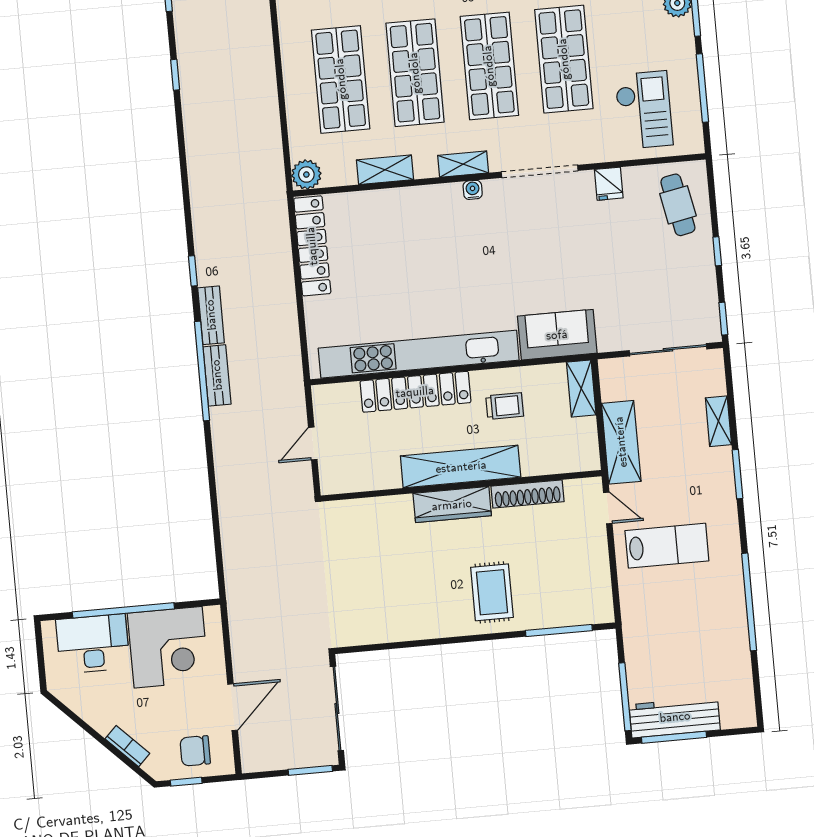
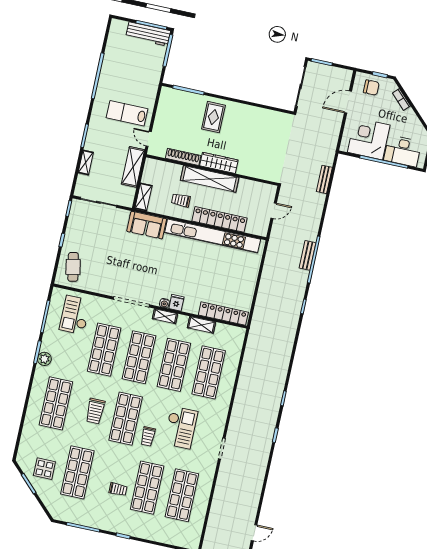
plant: (306, 175) -> (238, 334), removed
fridge: (609, 184) -> (176, 303), moved
locker: (312, 246) -> (223, 314), moved, turned 90
bench: (211, 315) -> (324, 179), moved

